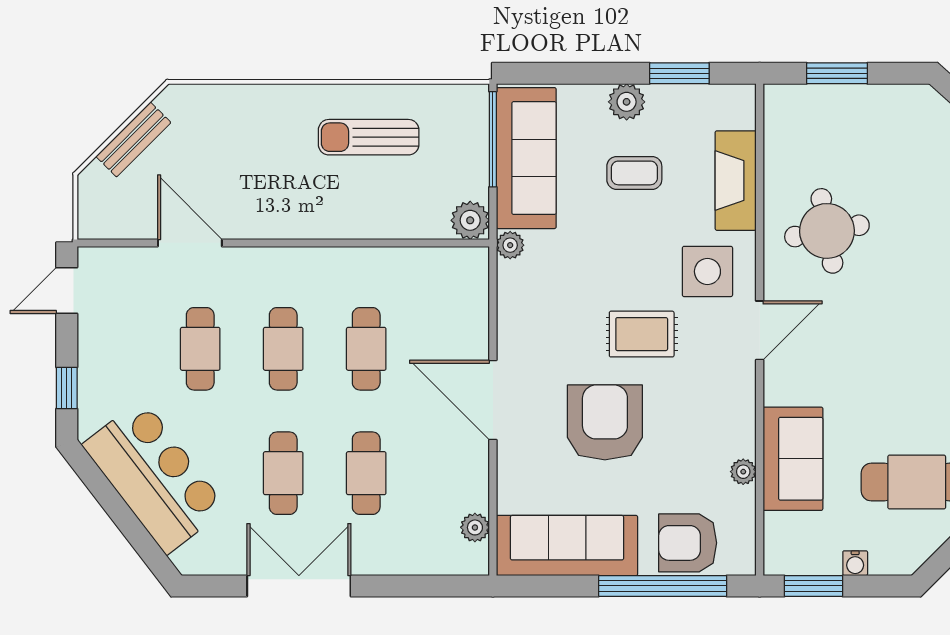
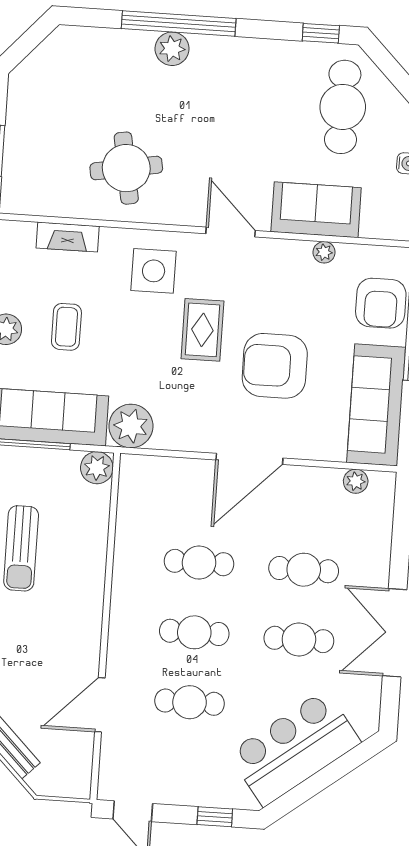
fireplace: (736, 181) -> (68, 237), width x0.73, depth x0.76
plant: (510, 245) -> (131, 426), width x1.87, depth x1.87
door: (760, 330) -> (231, 232), moved

